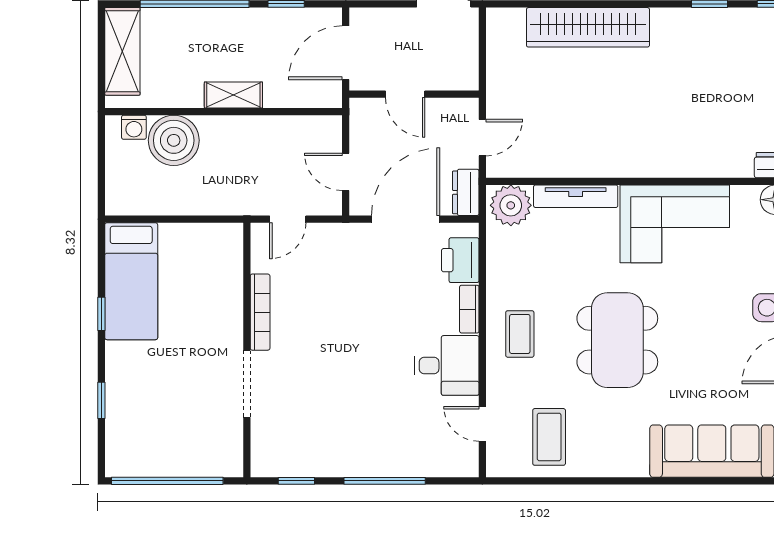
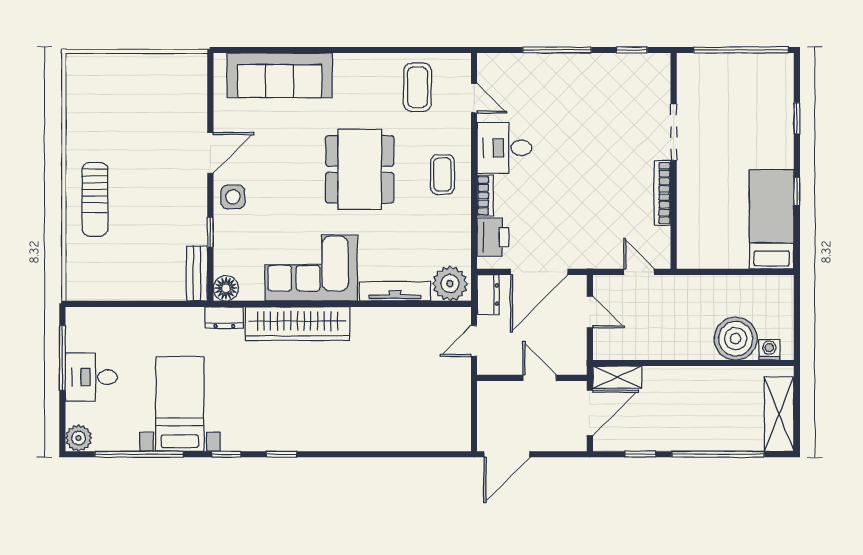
wardrobe: (588, 27) -> (297, 324), moved, turned 180
shelving: (233, 95) -> (617, 377), moved
door: (288, 219) -> (639, 272), hinge flipped

